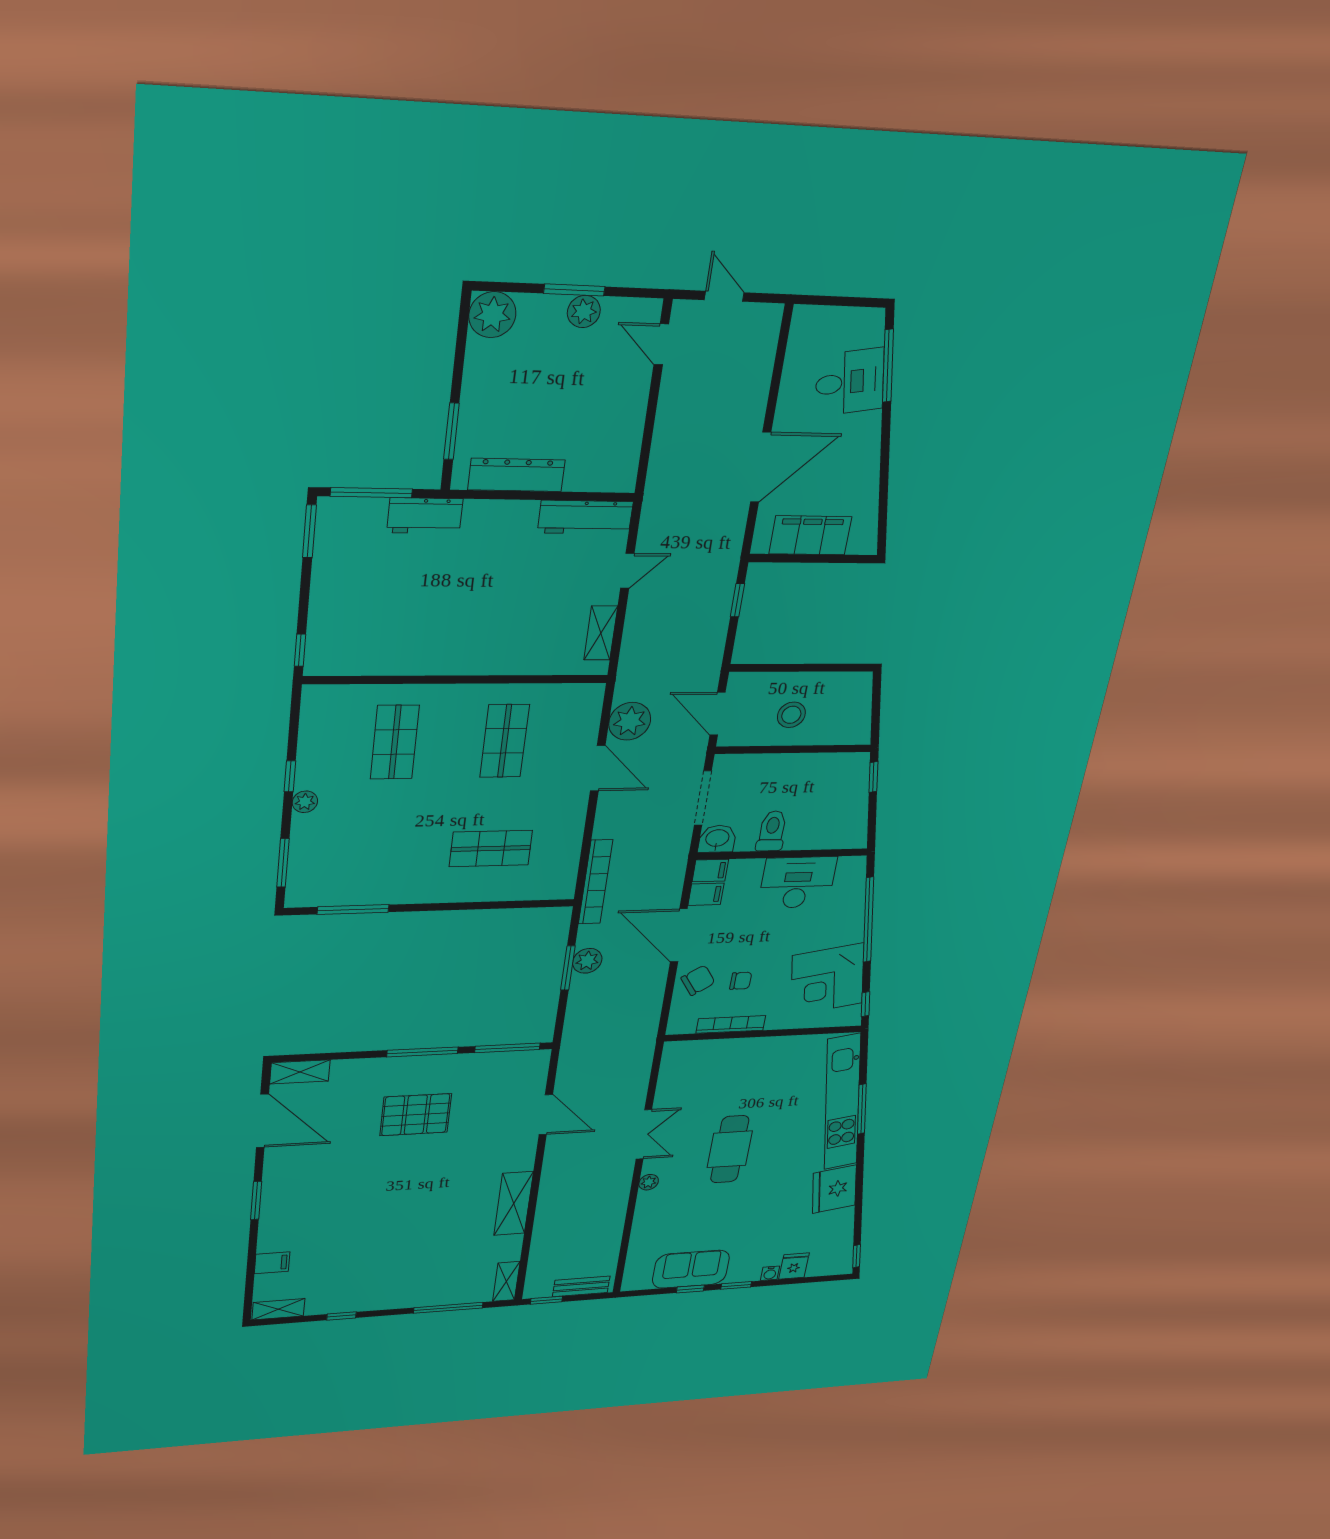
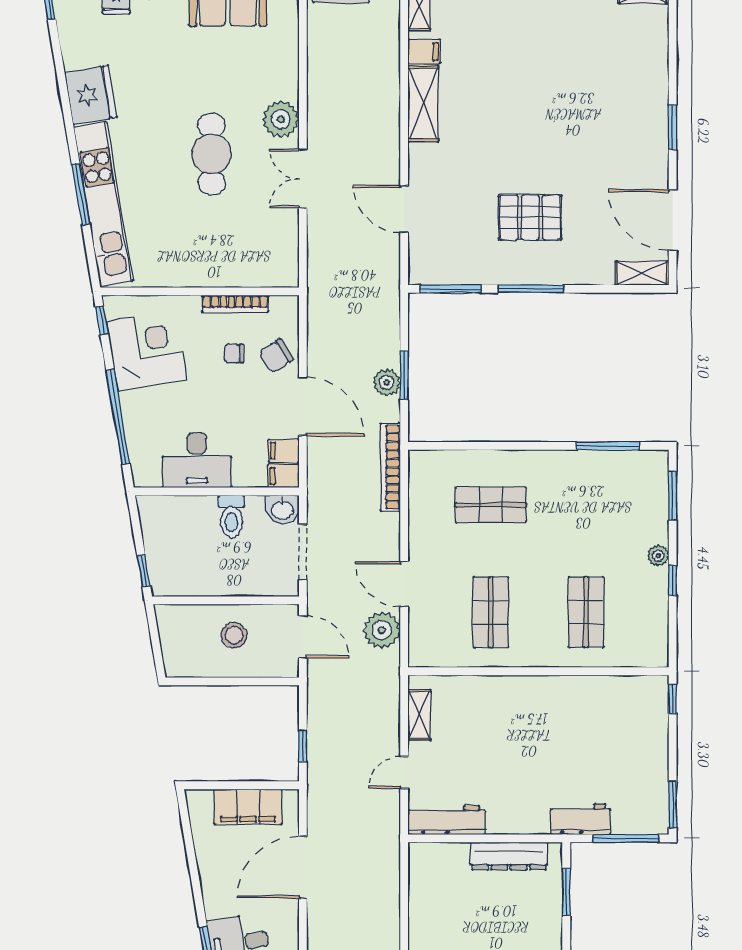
plant: (649, 1182) -> (281, 119), width x1.88, depth x1.88
filing cabinet: (272, 1263) -> (424, 51), moved, turned 180

